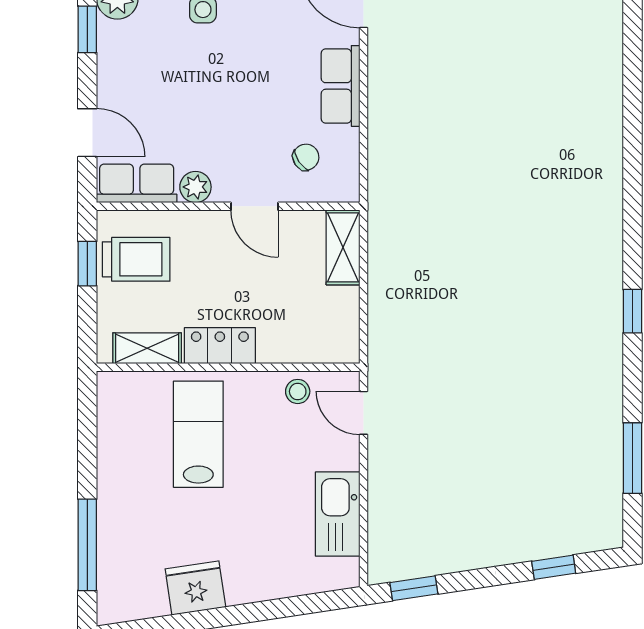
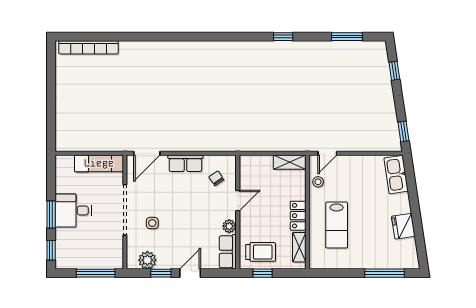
door: (87, 133) -> (190, 273), moved
shelving: (343, 247) -> (290, 162), moved
trolley: (136, 259) -> (261, 252), turned 90
lab bench: (198, 434) -> (337, 225), turned -90
kitchen sink: (338, 514) -> (396, 175), moved, turned 81

